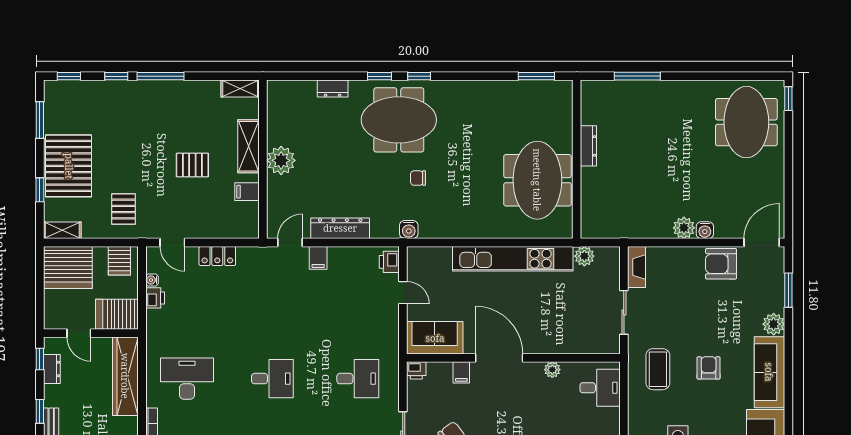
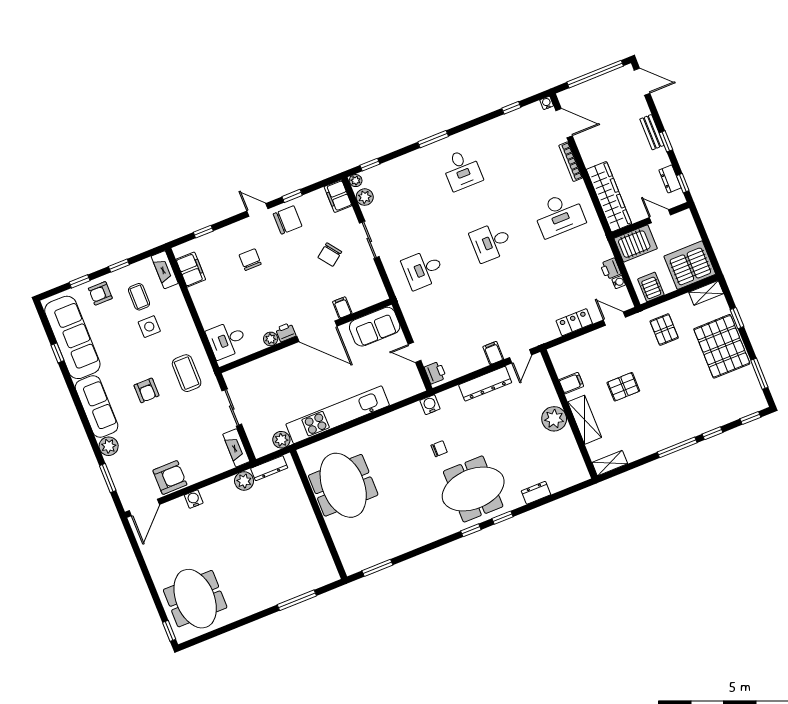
dresser: (588, 146) -> (269, 468), moved, turned -90
plant: (684, 228) -> (244, 481), moved
printer: (416, 370) -> (286, 332), moved

